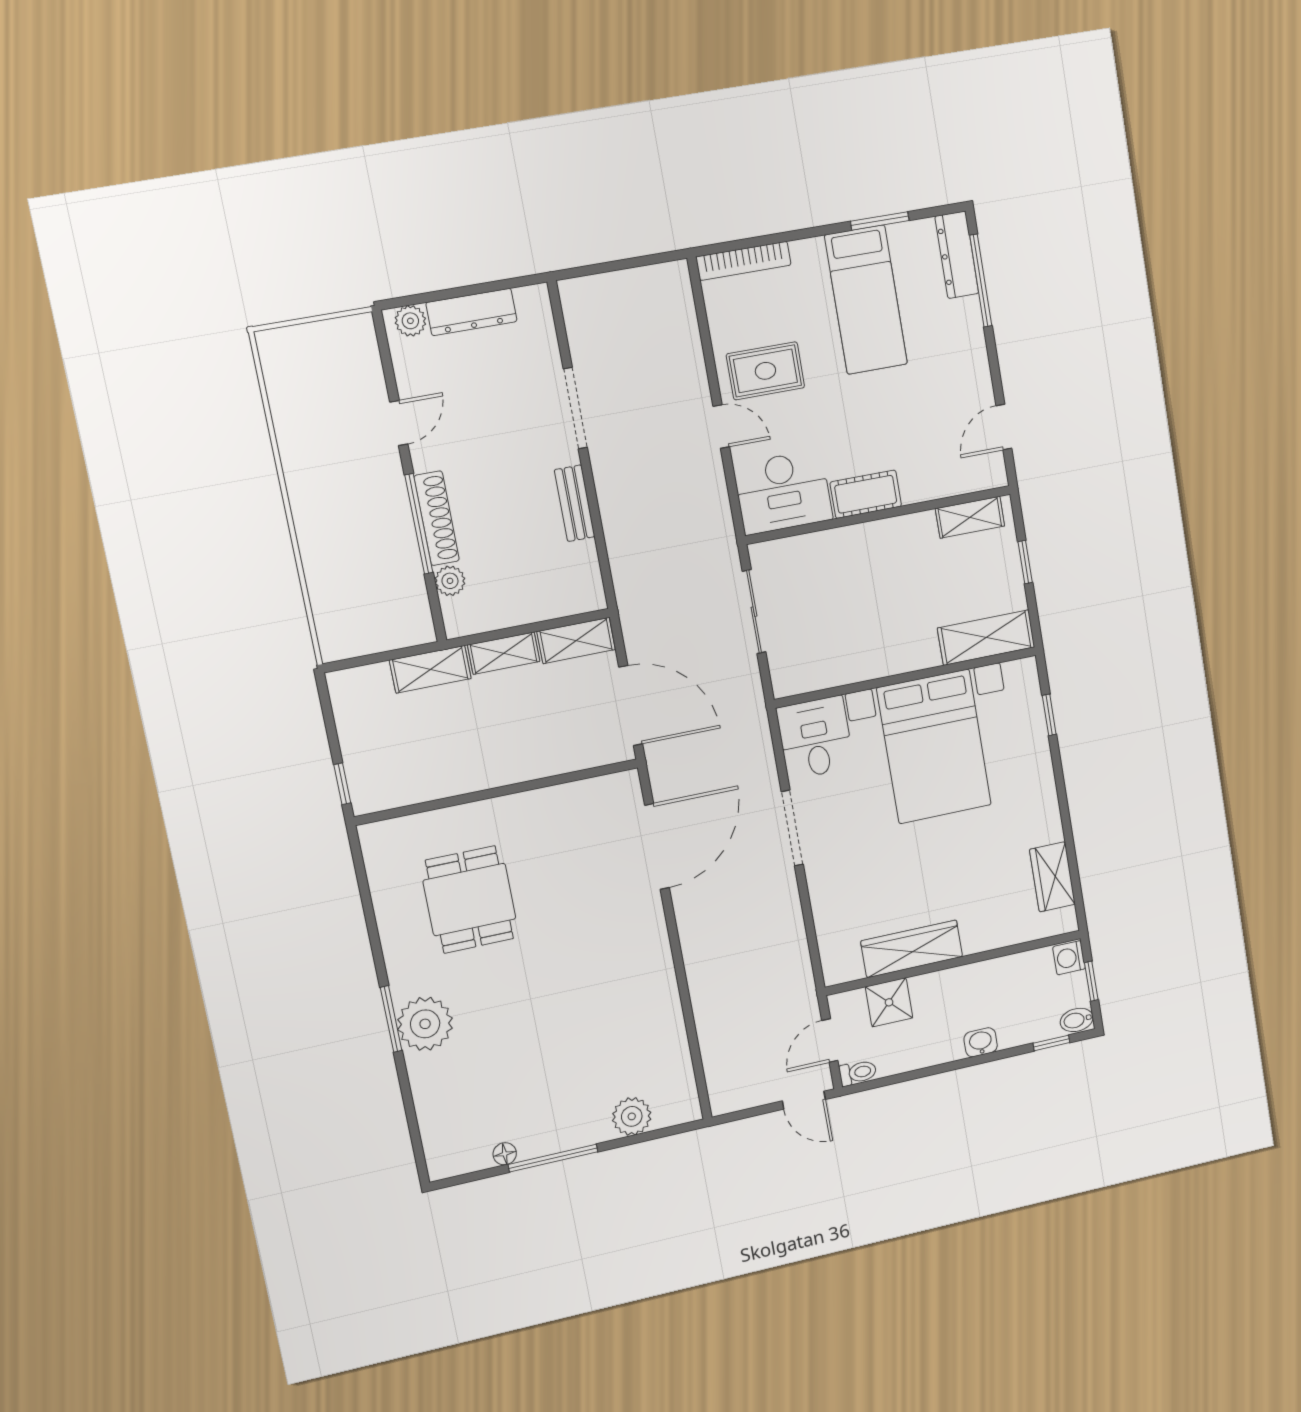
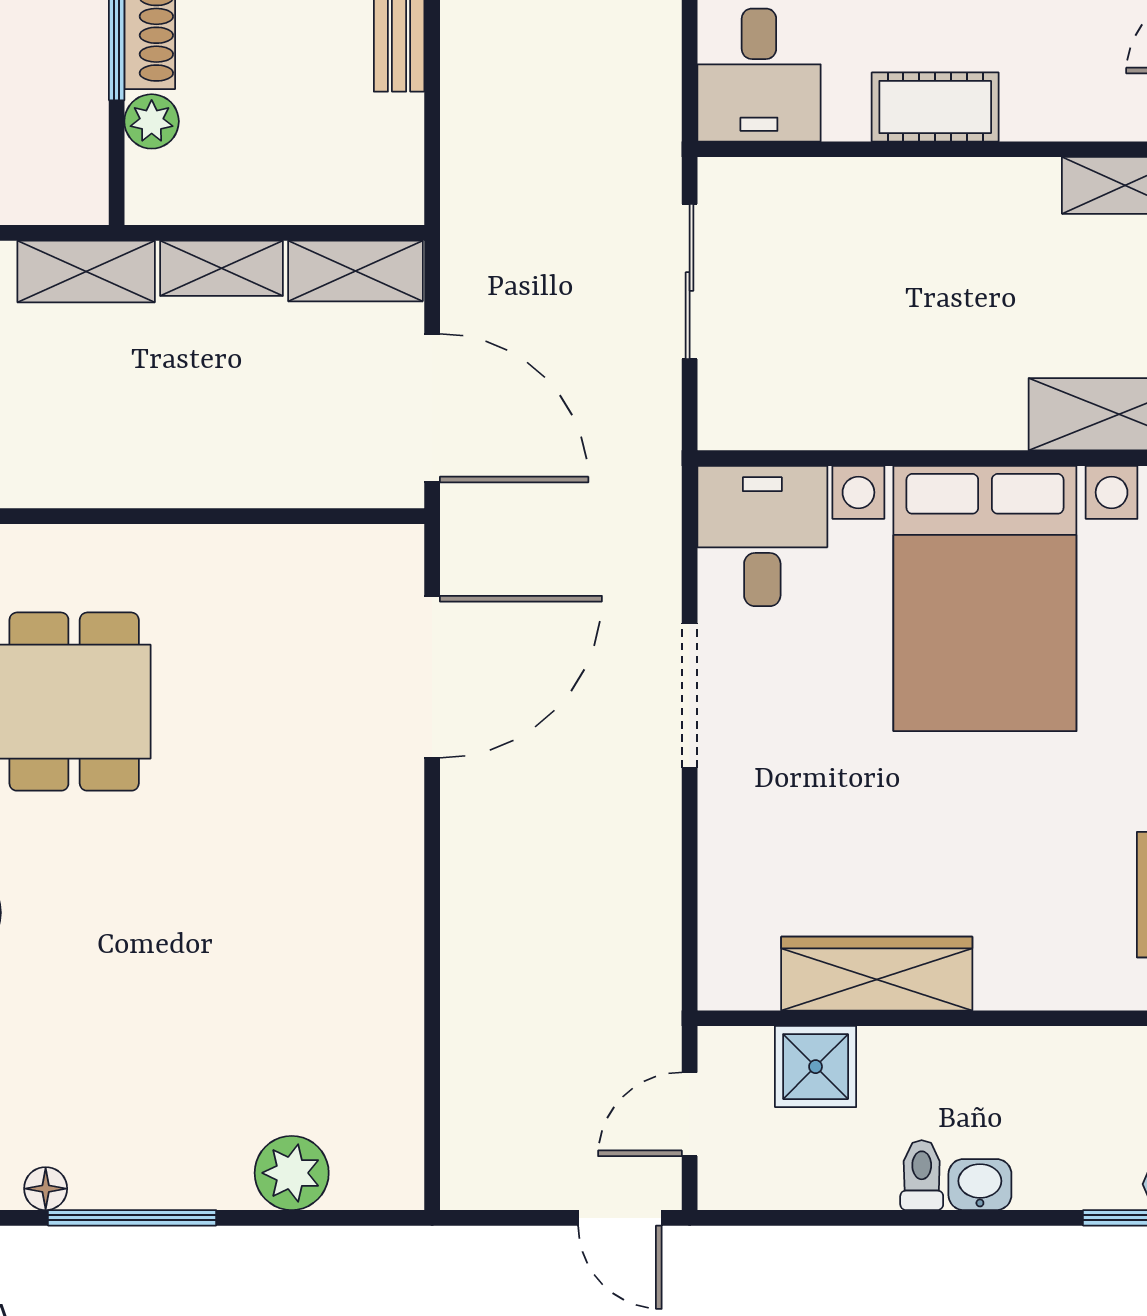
desk: (783, 492) -> (759, 75), width x0.73
toilet: (858, 1073) -> (922, 1175), moved, turned -90

